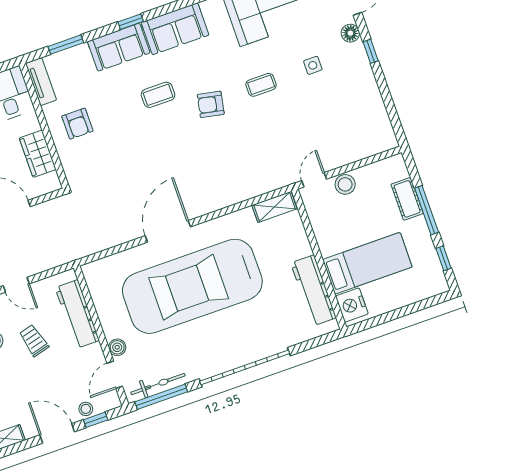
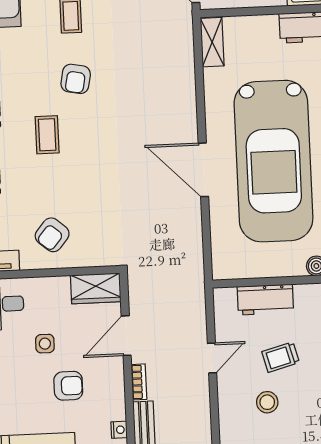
armchair: (77, 124) -> (52, 235), turned 130
wardrobe: (38, 154) -> (96, 288), moved
workbench: (77, 314) -> (265, 300), width x0.73

